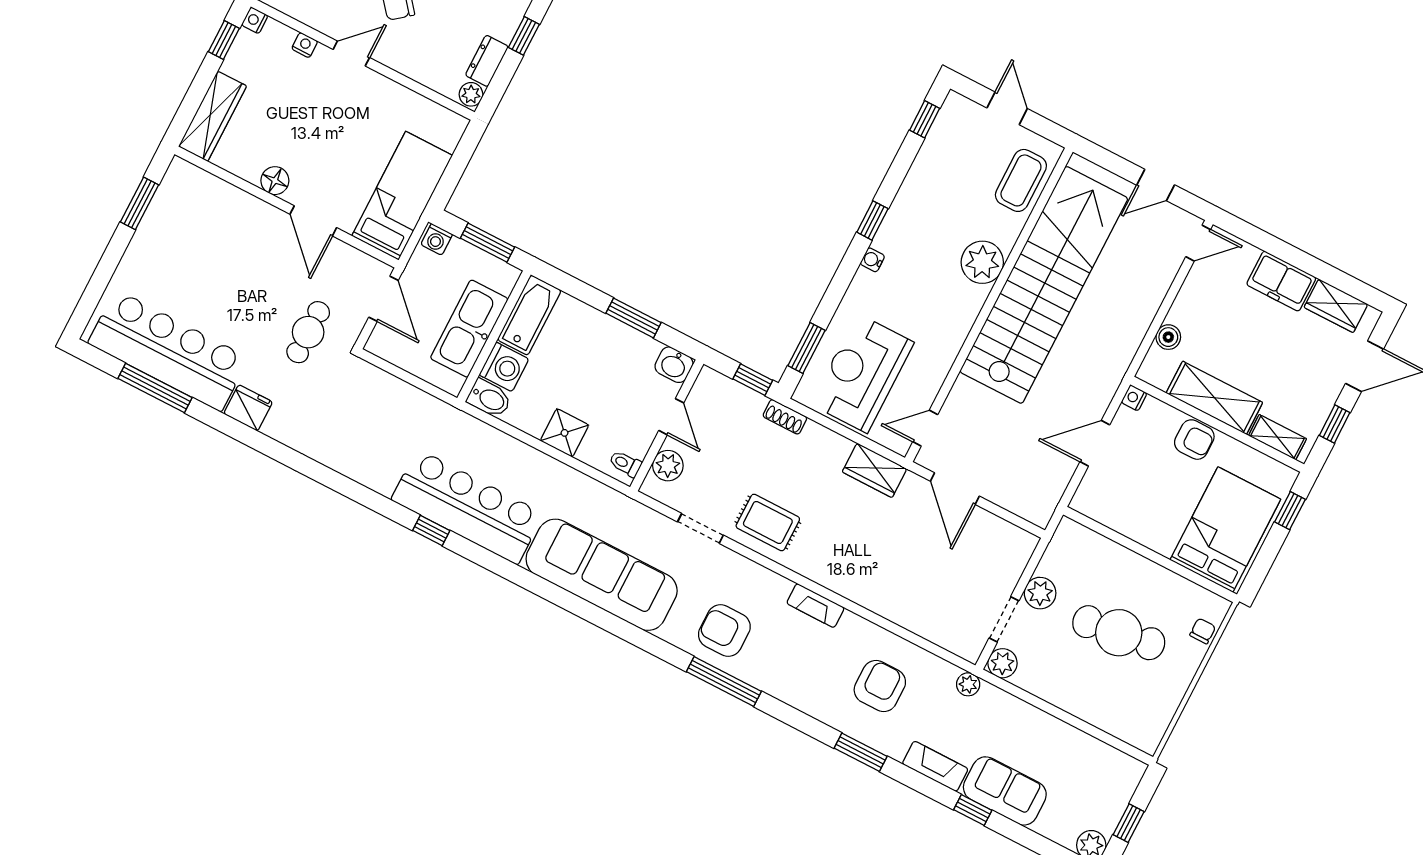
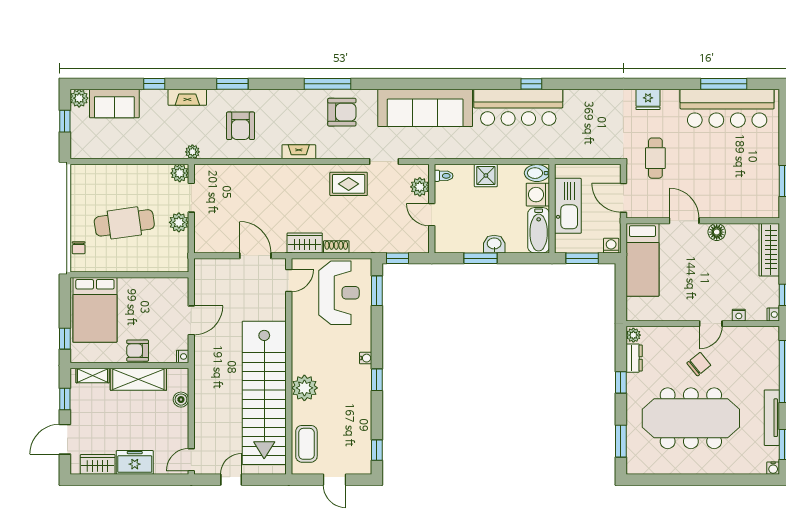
washbasin: (674, 365) -> (494, 244), moved
fridge: (248, 408) -> (648, 99), moved
shoe rack: (785, 417) -> (336, 247), moved
sofa: (1005, 791) -> (114, 104), moved

